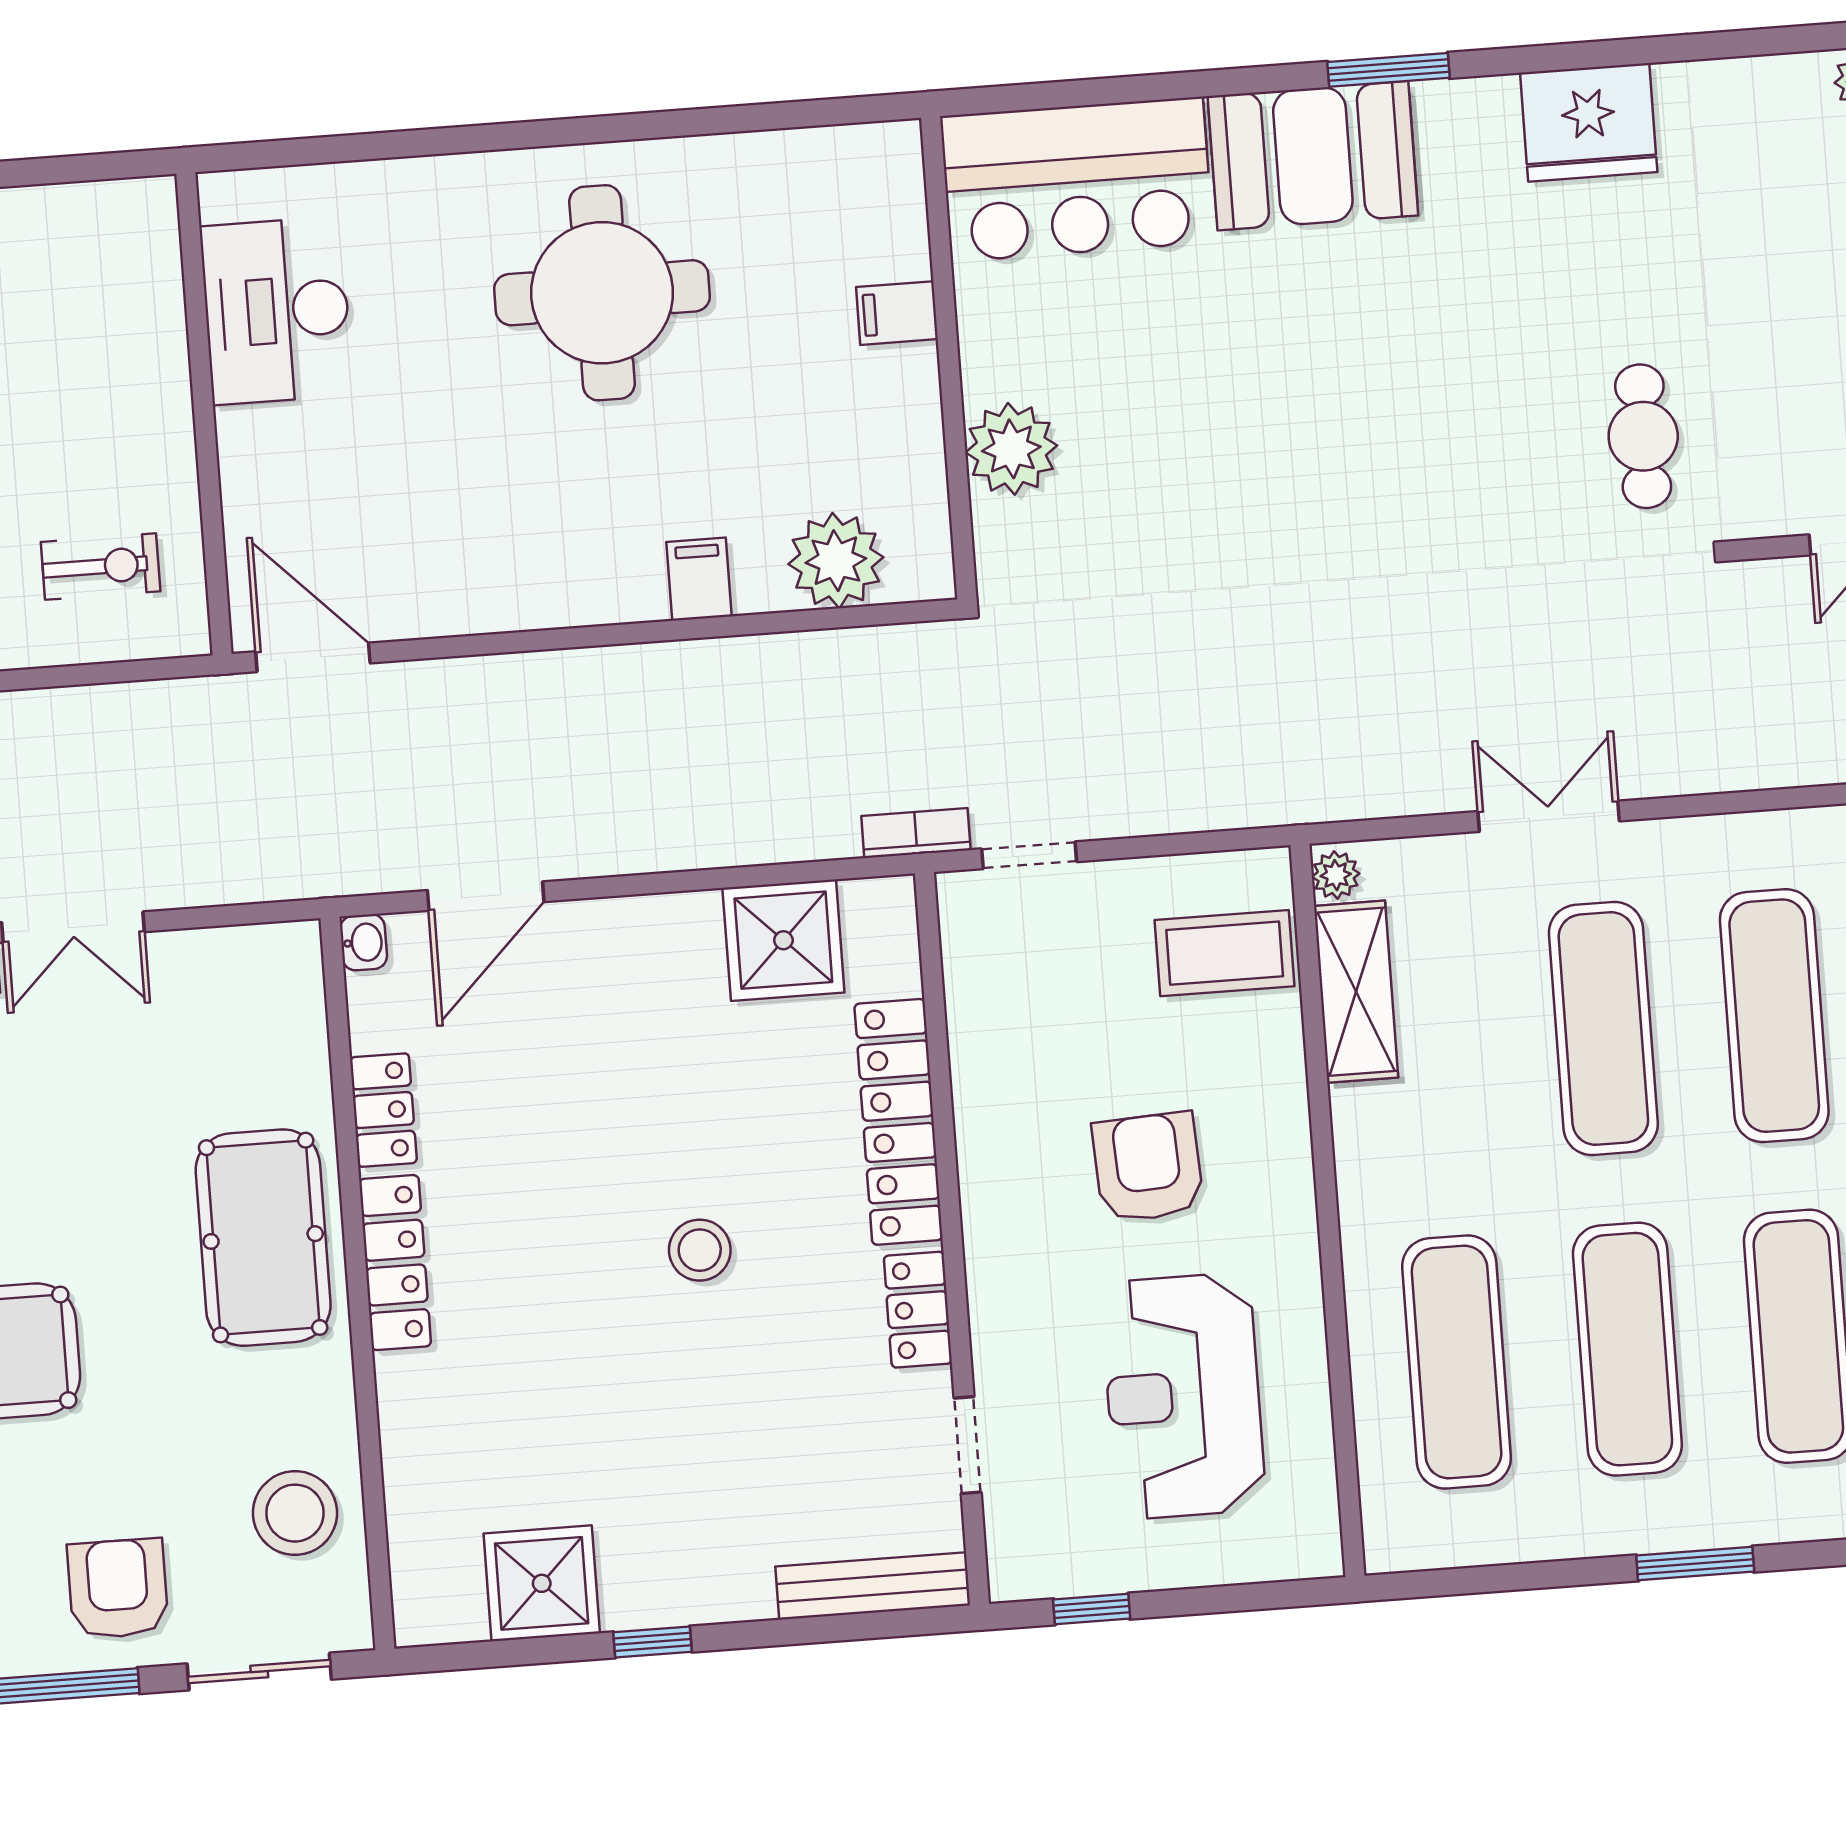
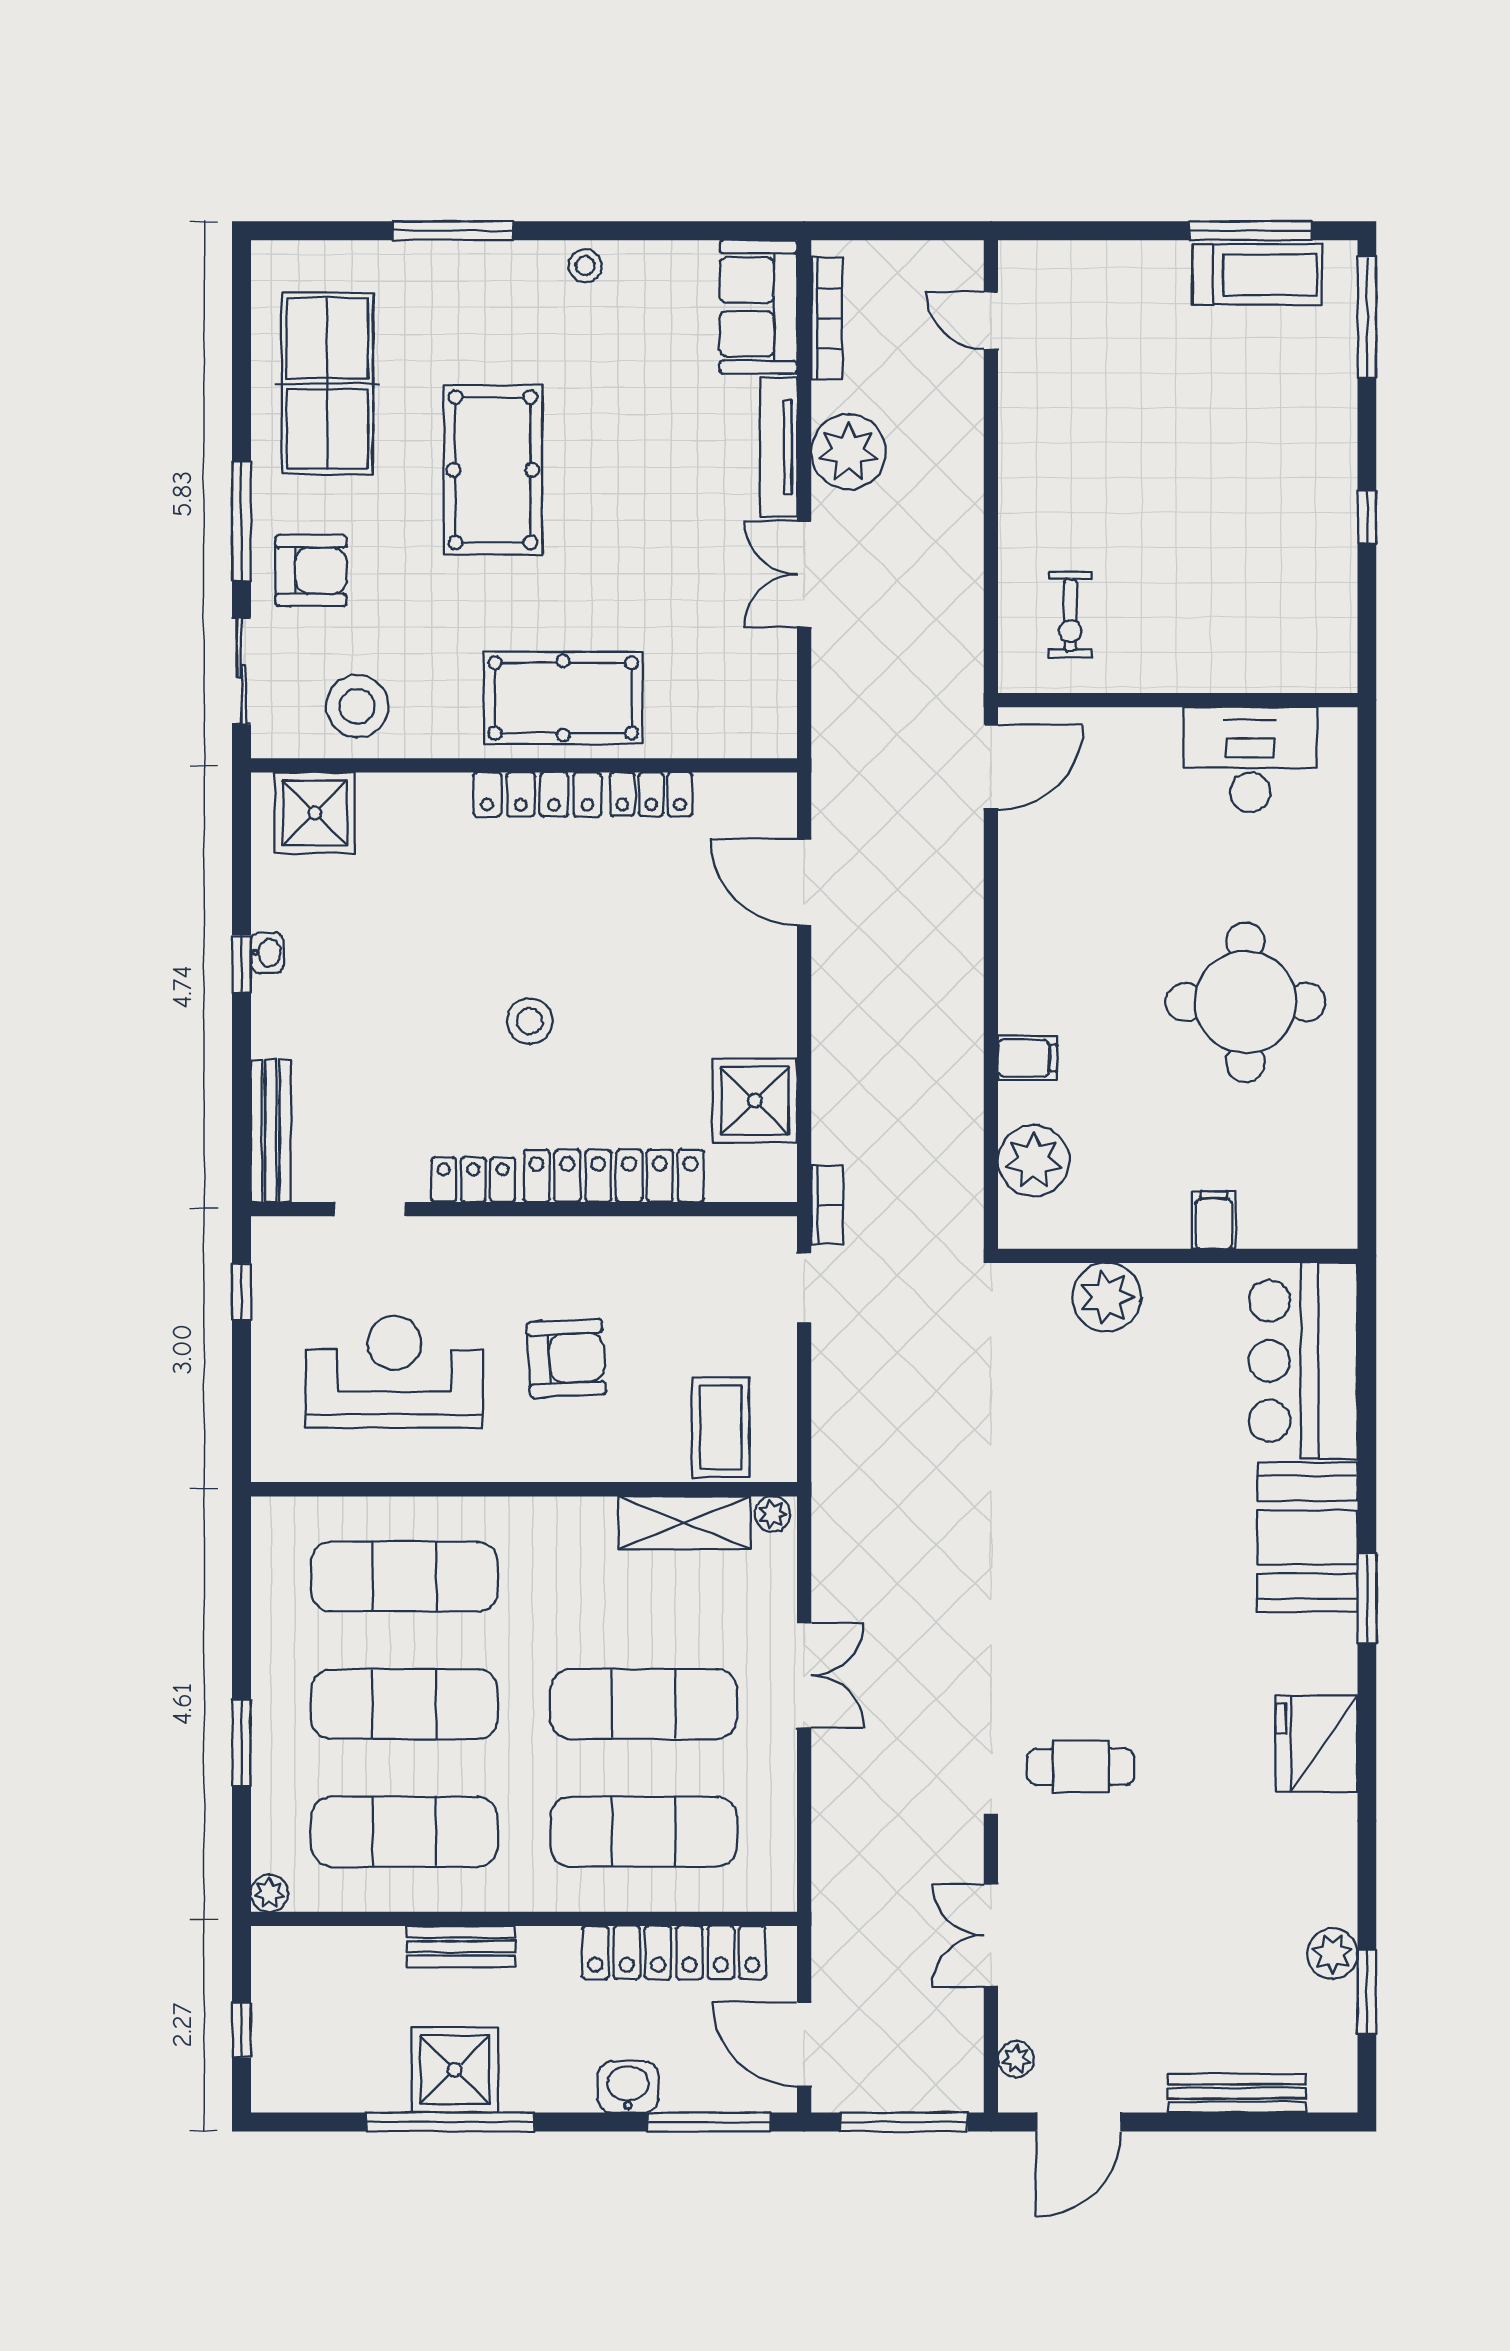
washbasin: (364, 942) -> (267, 953), moved, turned -90
shower: (542, 1583) -> (315, 813), moved

